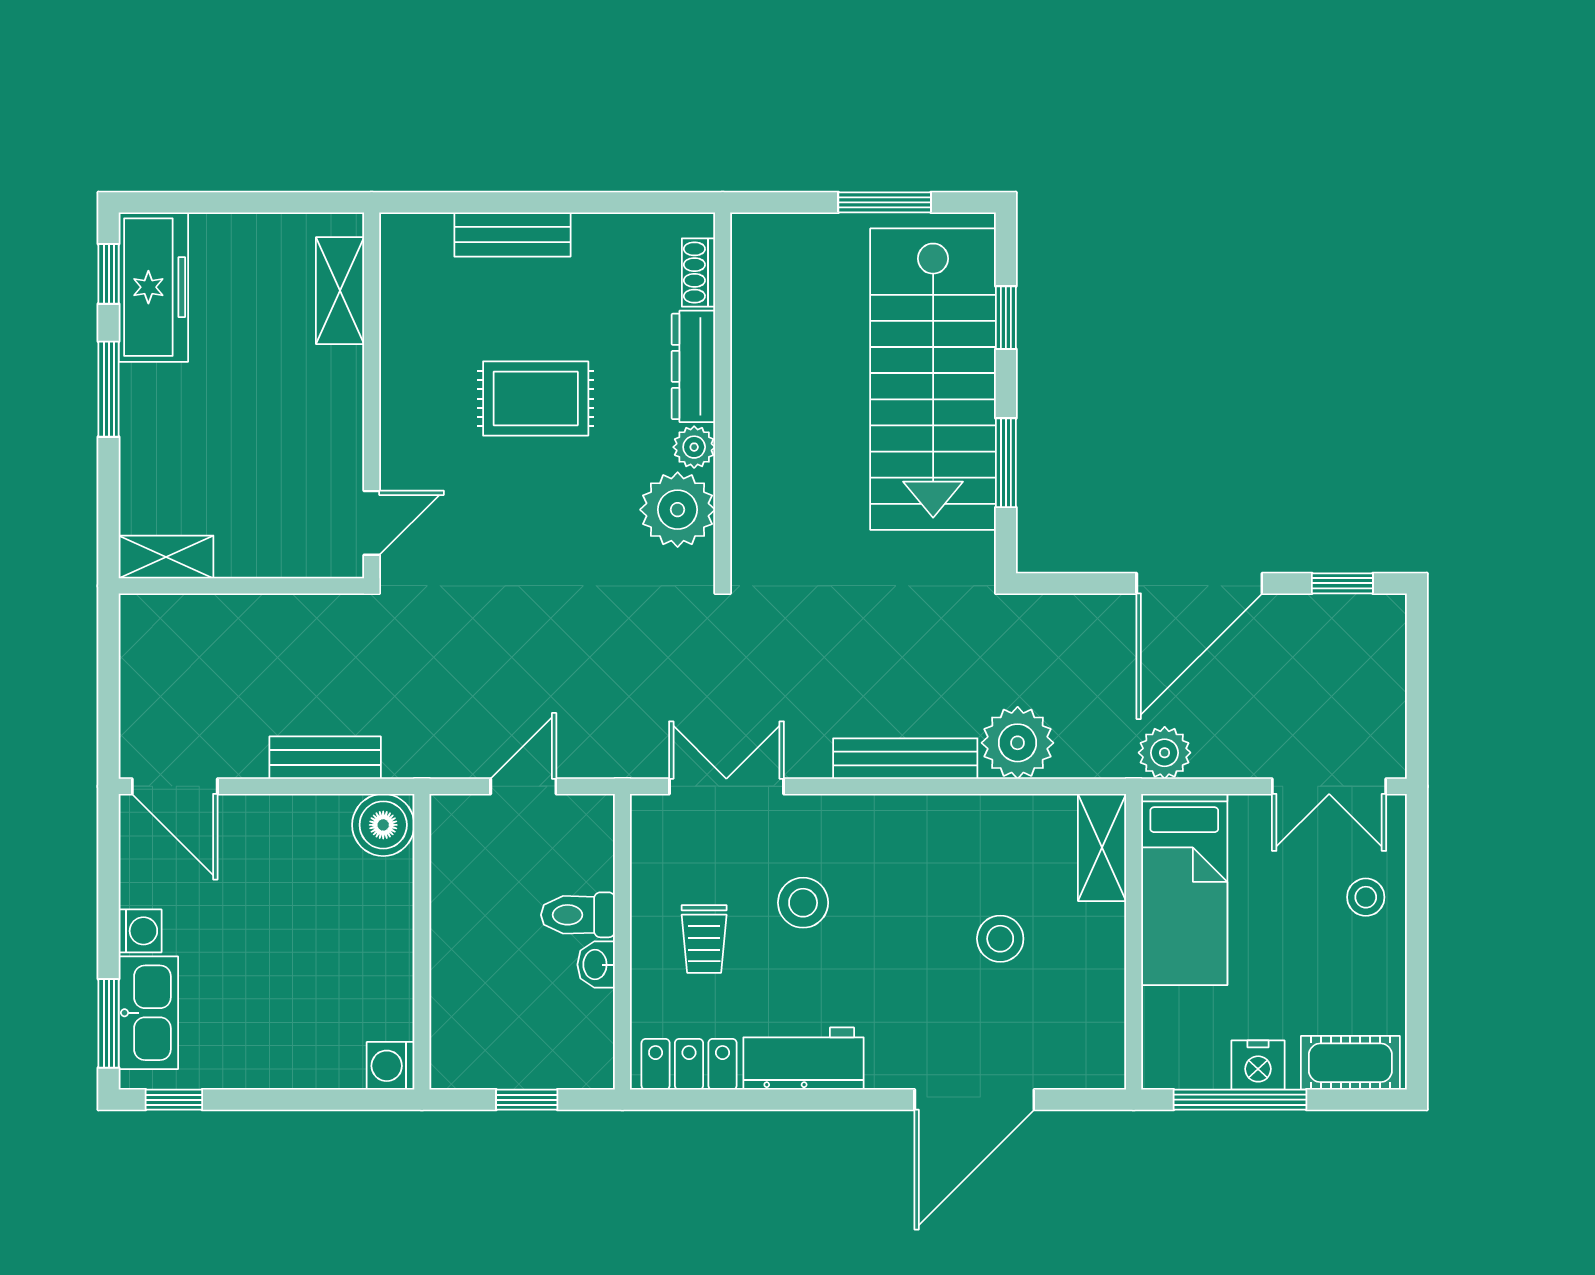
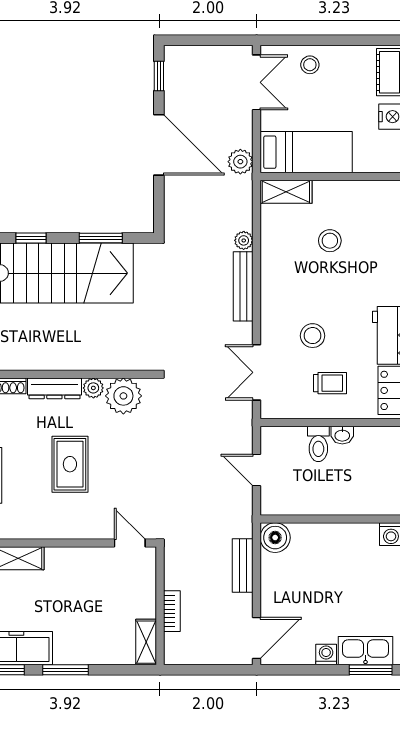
bookcase: (230, 610) -> (172, 611), added
plant: (1018, 743) -> (244, 240), width x0.53, depth x0.53

